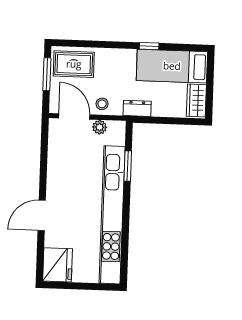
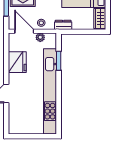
fridge: (58, 265) -> (17, 62), moved

